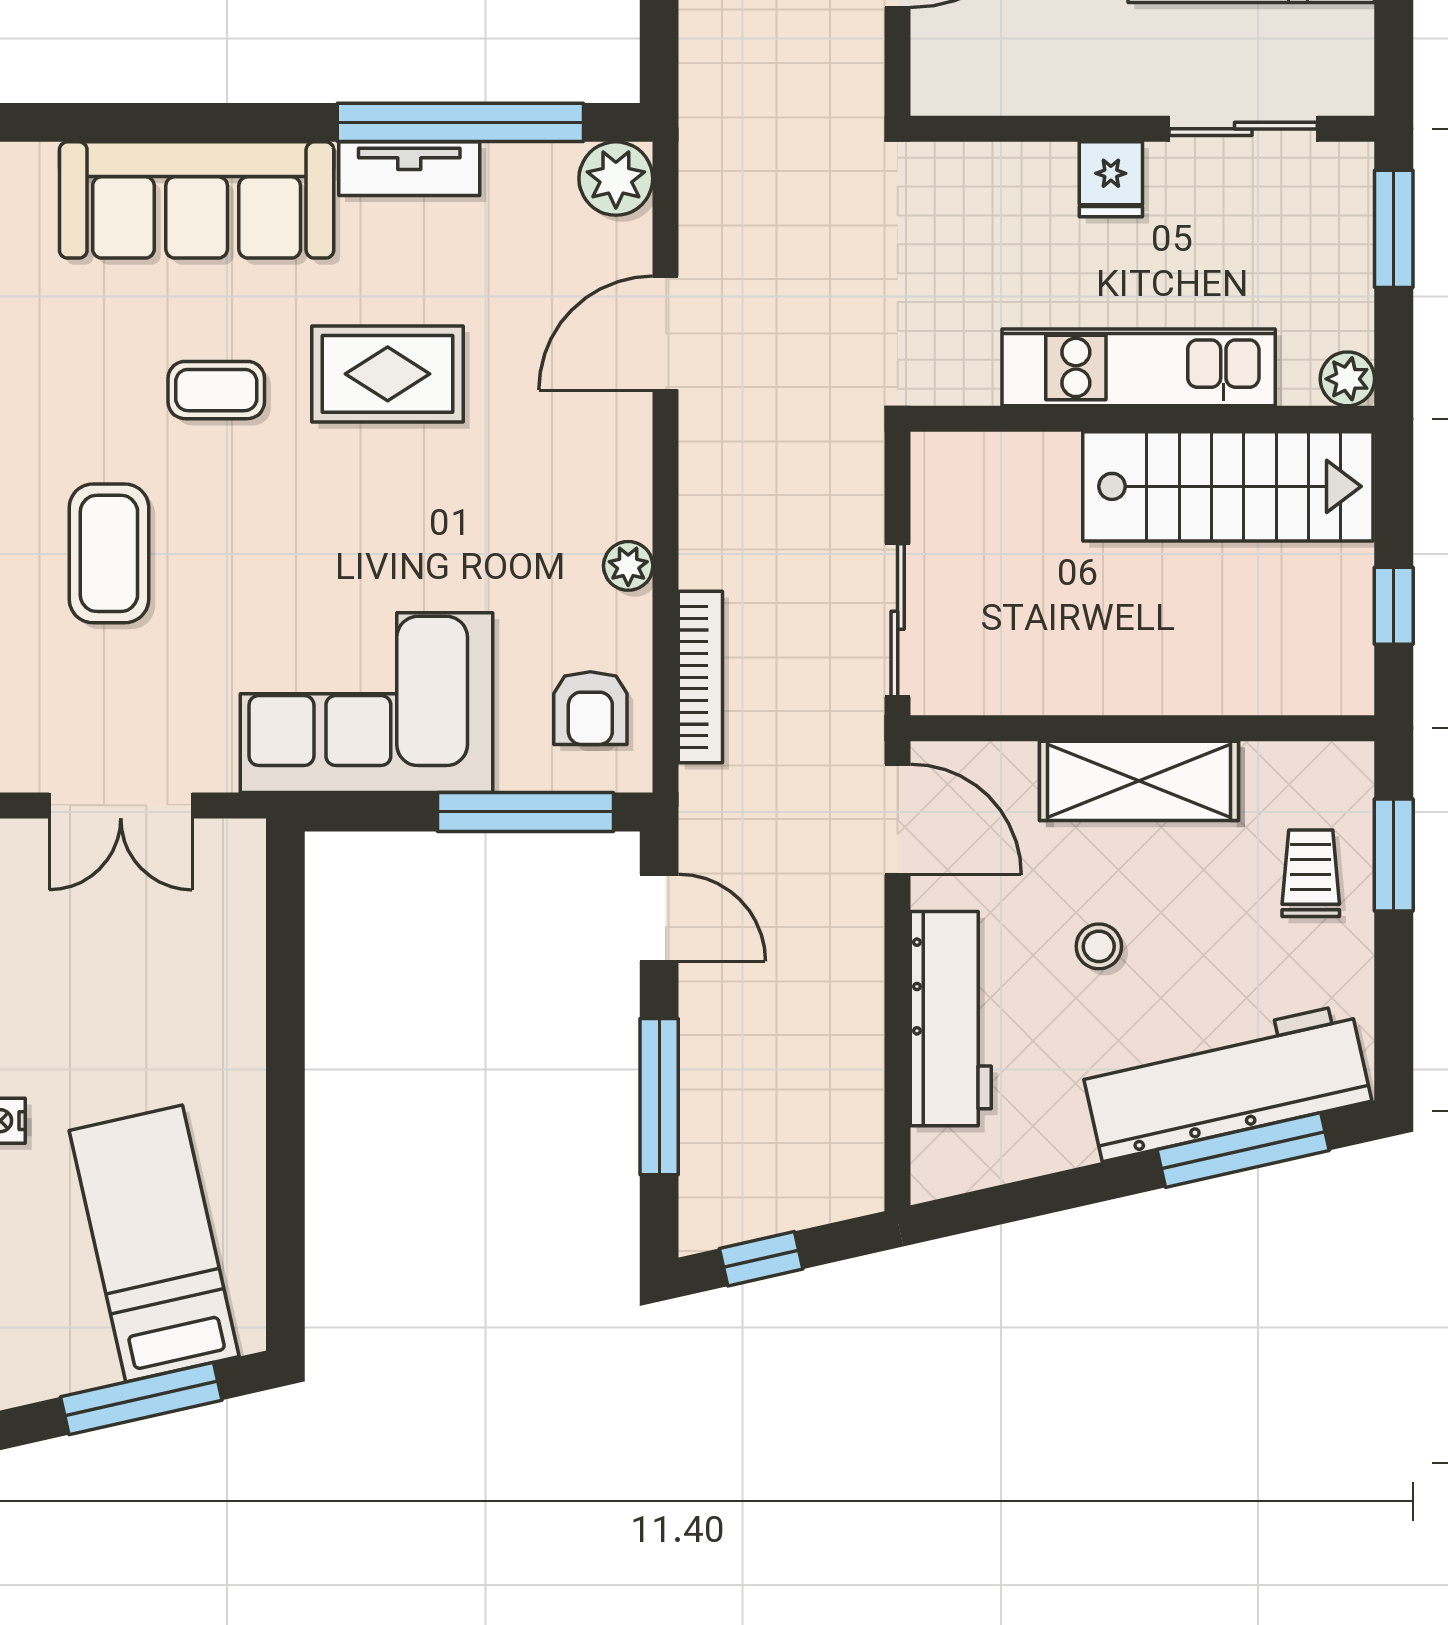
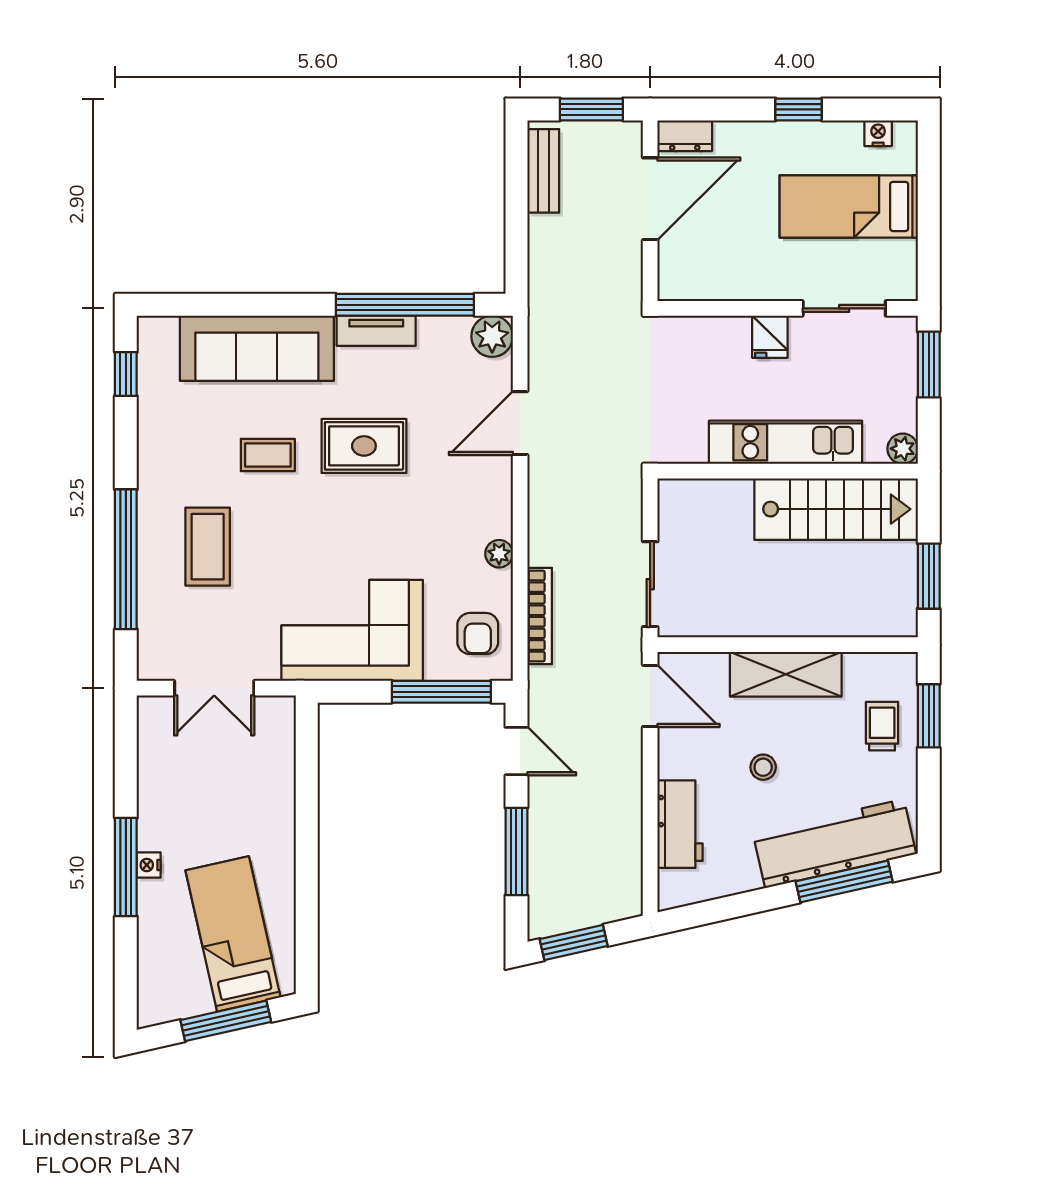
window: (1394, 606) -> (929, 576), width x1.50
workbench: (951, 1019) -> (680, 824), width x0.73
window: (761, 1259) -> (574, 942), width x1.50

